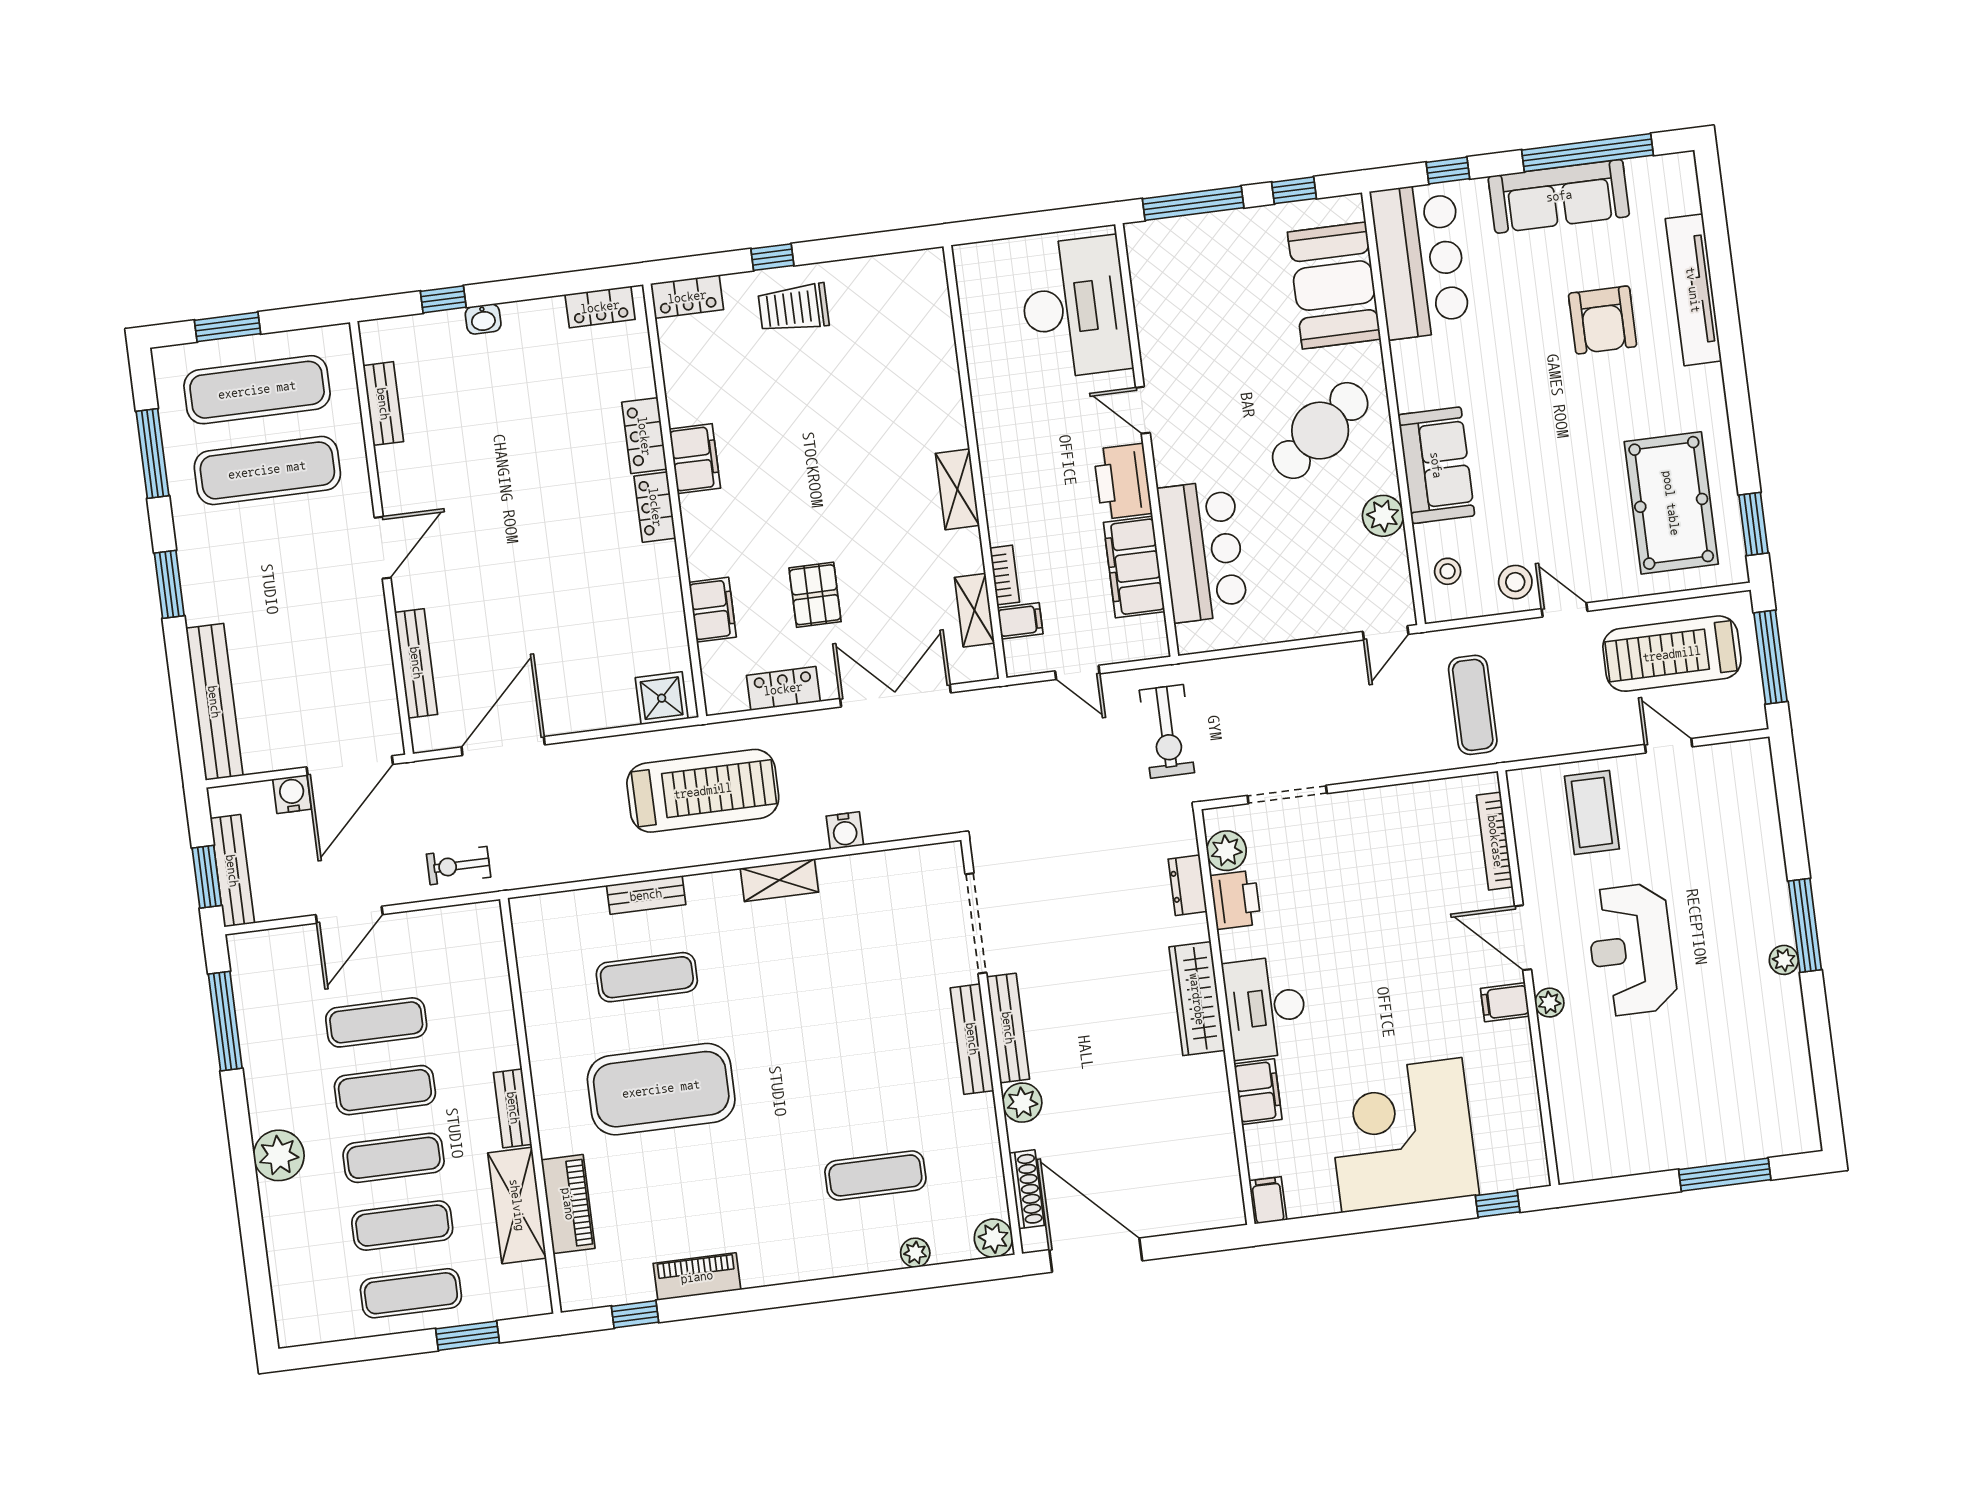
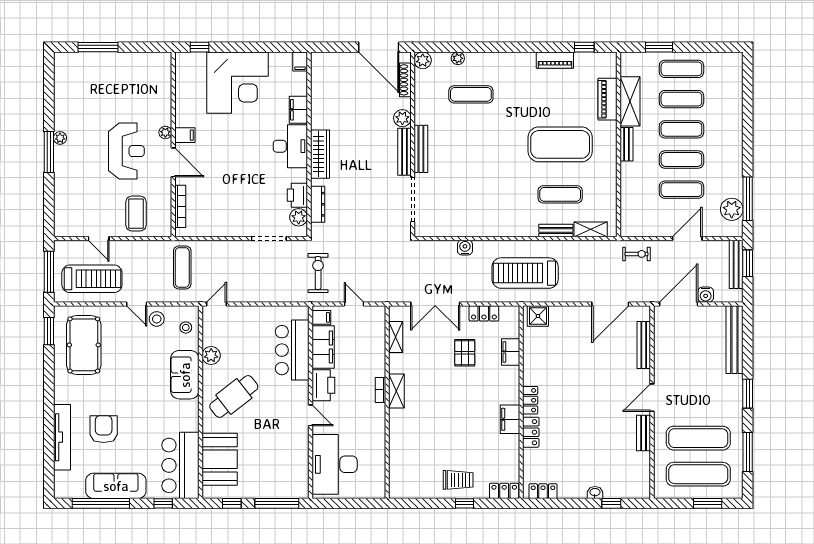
bench: (383, 404) -> (644, 433), moved
bookcase: (1005, 575) -> (380, 390), moved
filing cabinet: (1020, 621) -> (321, 317), moved, turned 180
shelving: (779, 880) -> (591, 229), moved
dresser: (1188, 885) -> (318, 204), width x1.44
plant: (279, 1155) -> (732, 209), moved

